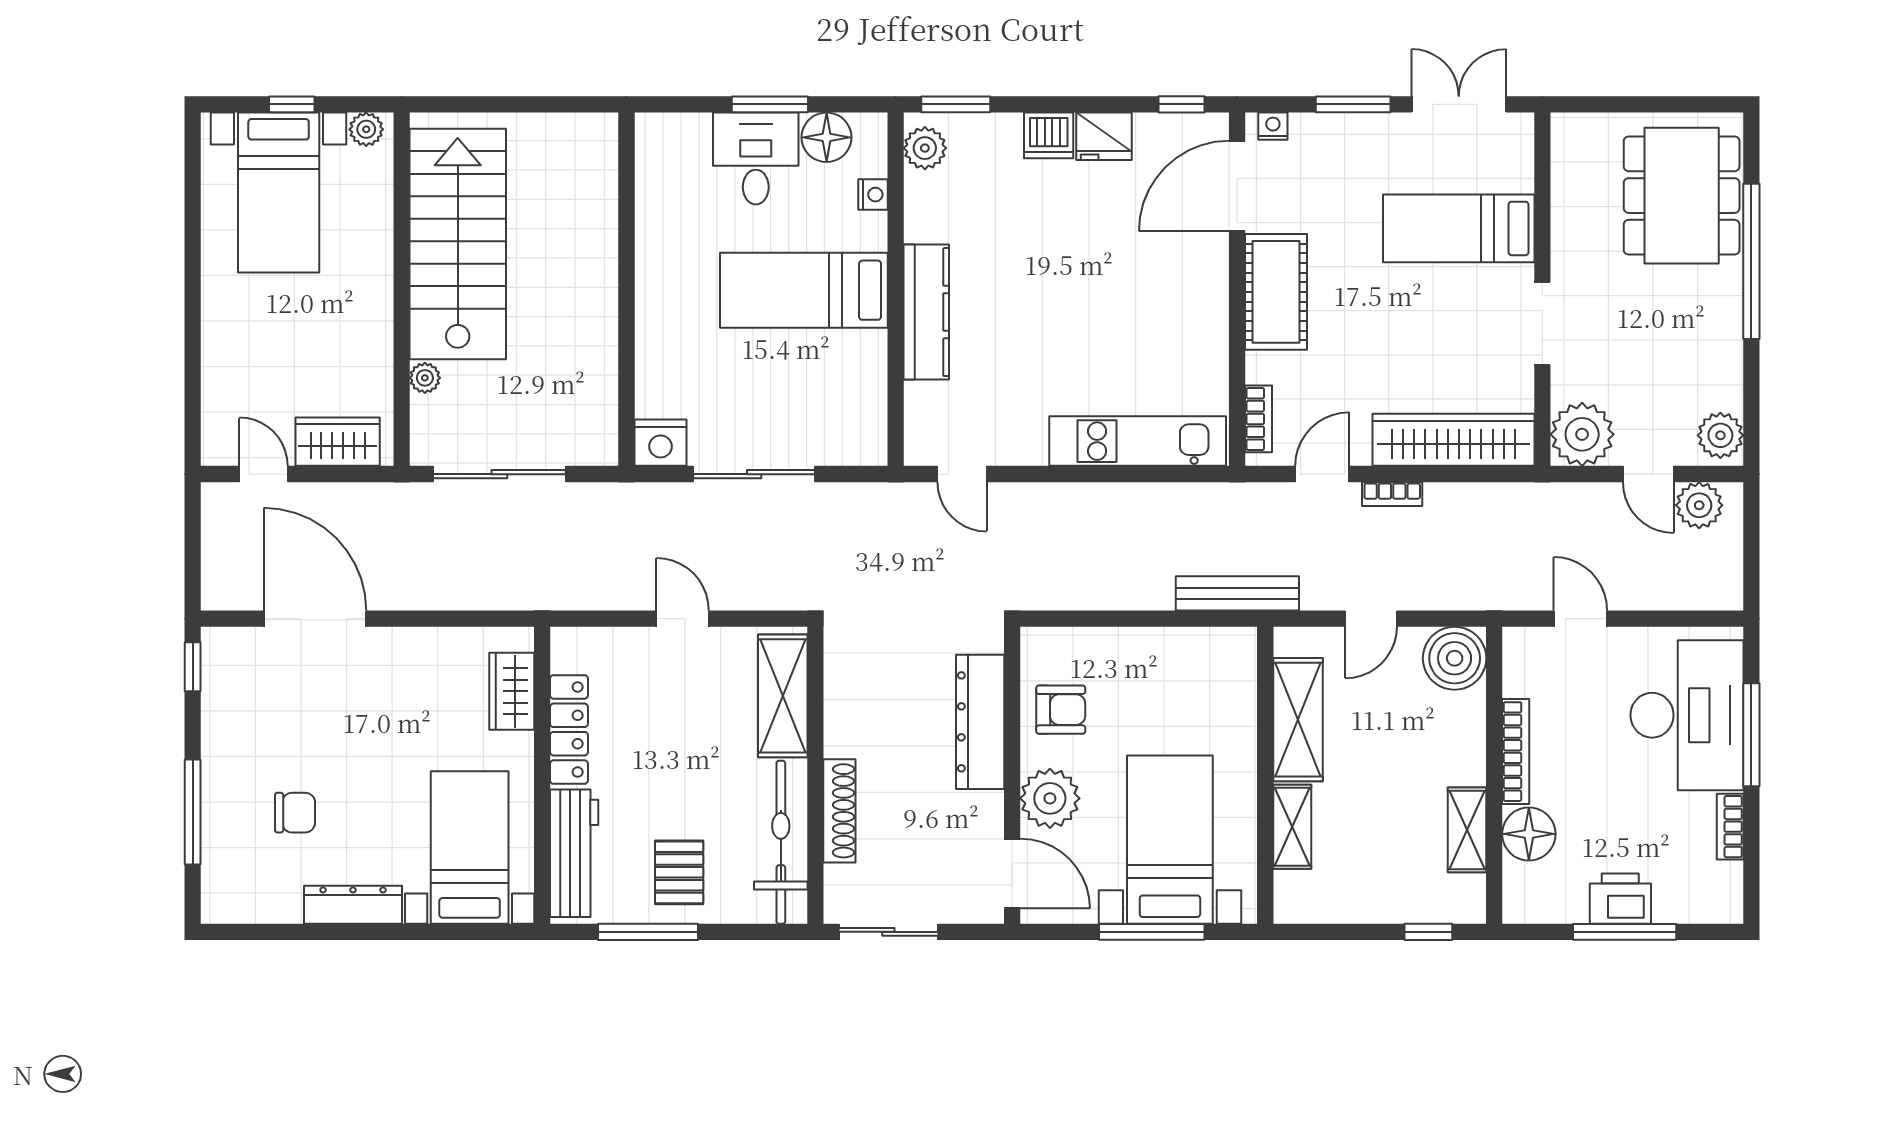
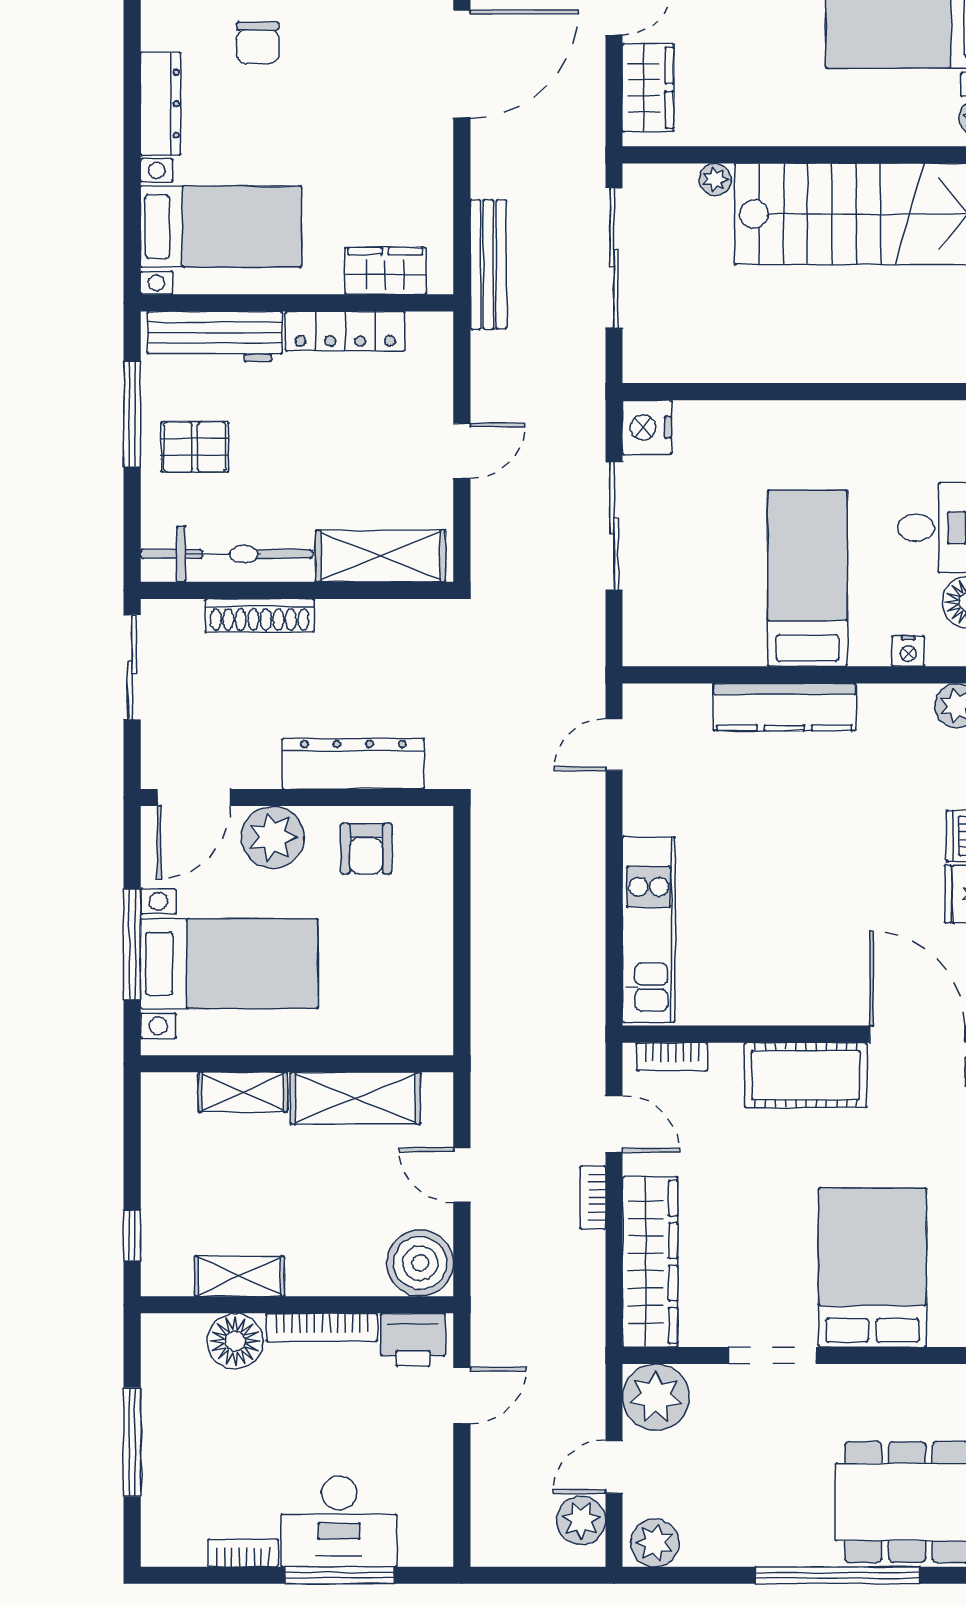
bed: (1459, 228) -> (872, 1267), width x1.50
bench: (1237, 593) -> (488, 264), moved
desk: (1687, 715) -> (339, 1521), width x0.73, depth x0.77
printer: (1620, 899) -> (413, 1340), moved, turned 90

